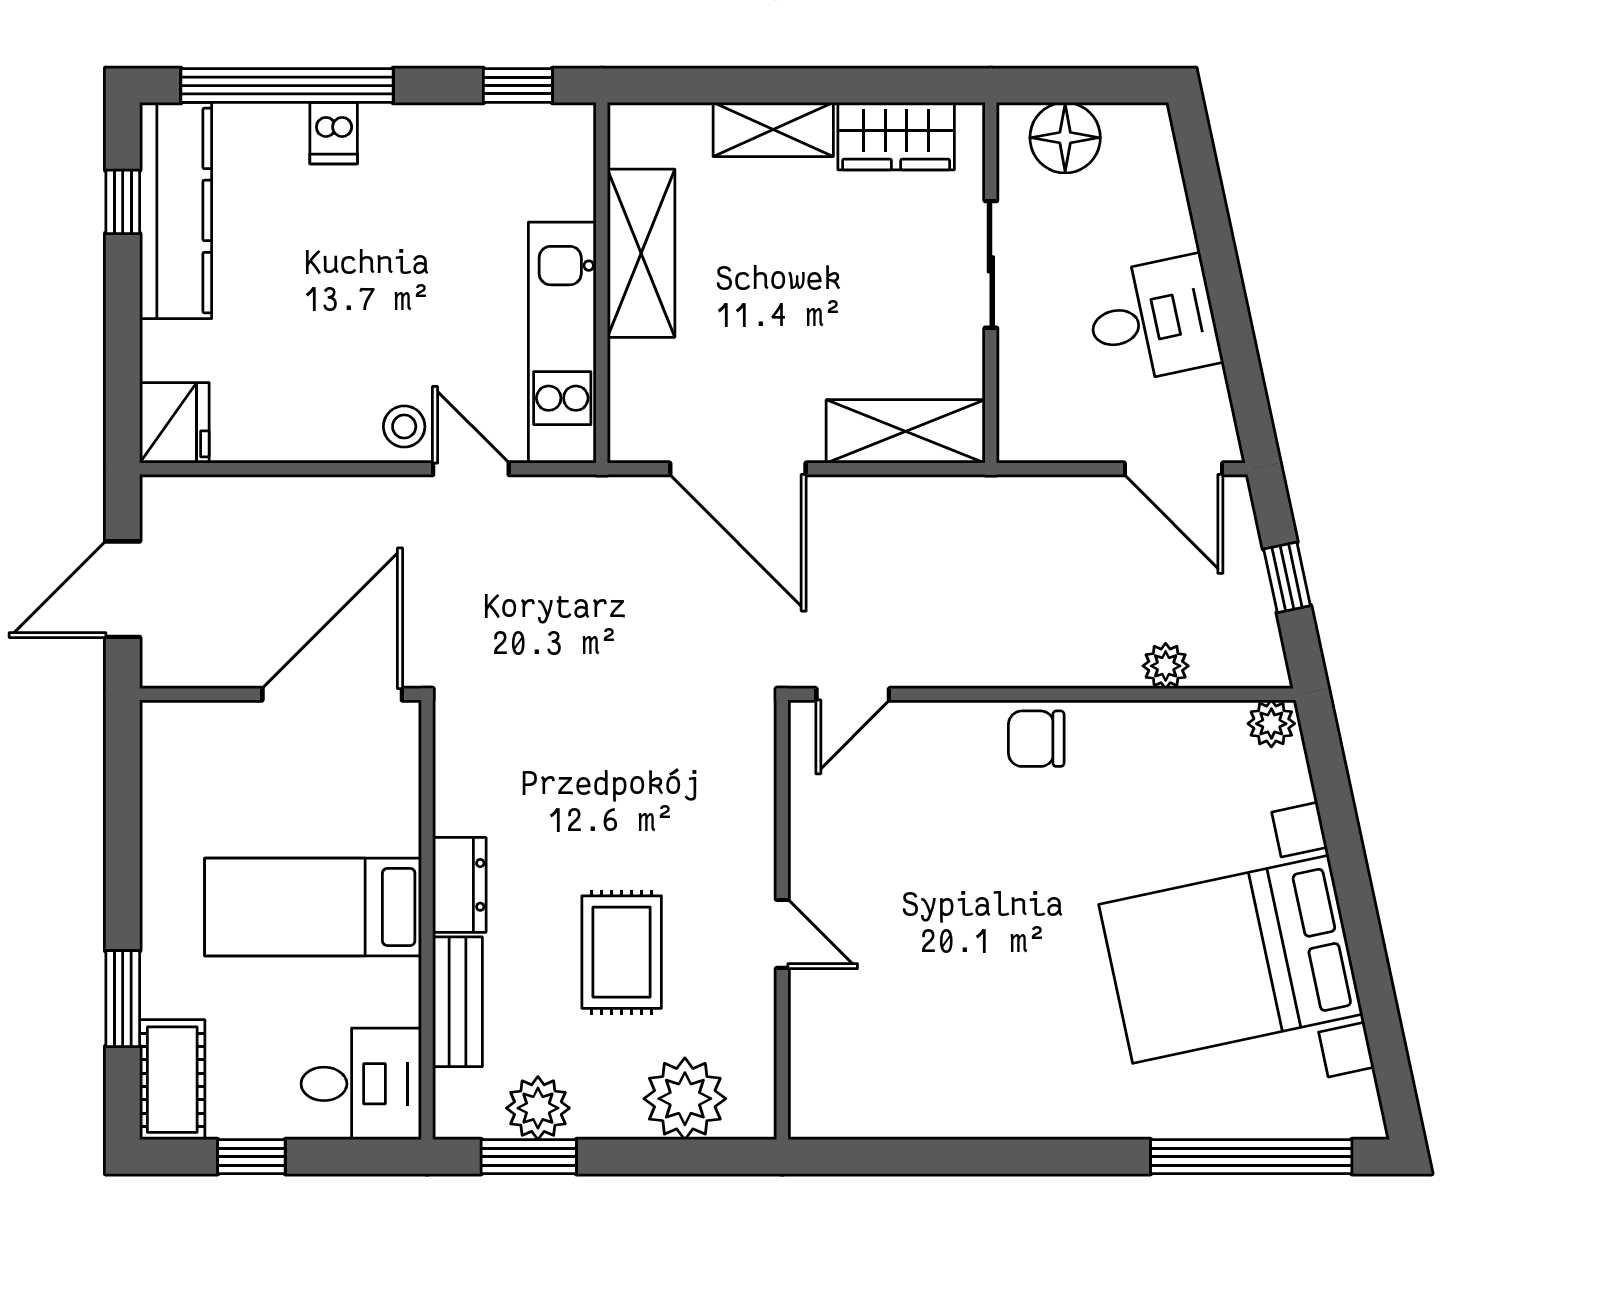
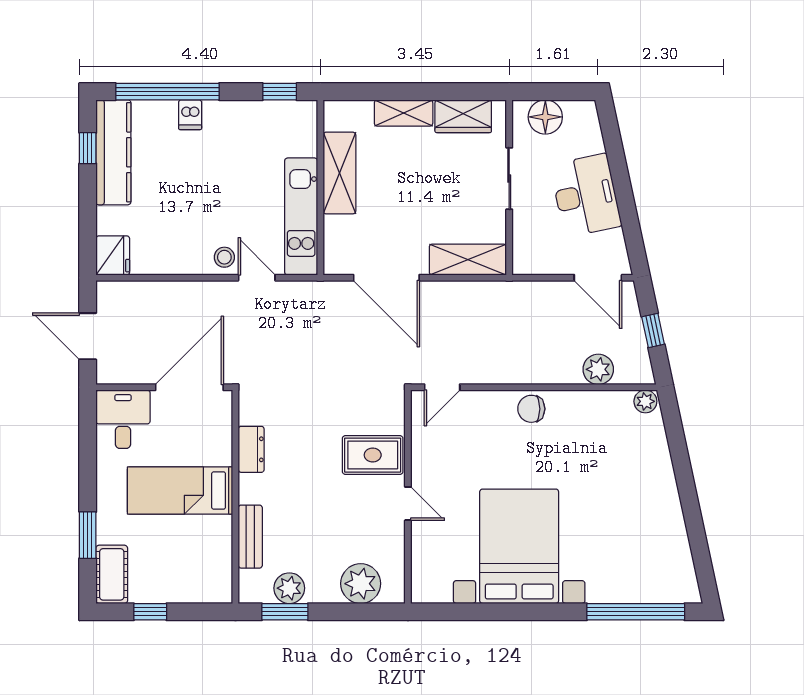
desk: (1153, 320) -> (586, 195), width x1.37
door: (123, 589) -> (88, 336), hinge flipped
plant: (1166, 666) -> (598, 369), width x1.38, depth x1.38
dresser: (459, 885) -> (251, 449), moved
rug: (622, 952) -> (373, 455), moved, turned 90
bed with nightstands: (1231, 959) -> (519, 546), moved, turned 102
desk: (361, 1084) -> (123, 419), moved, turned -90

